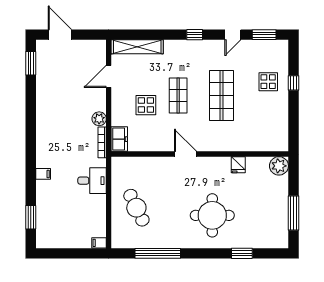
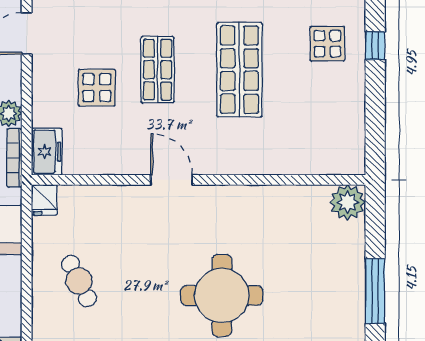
fridge: (238, 165) -> (44, 200), moved
cafe table: (136, 208) -> (79, 281), width x0.73, depth x0.74

